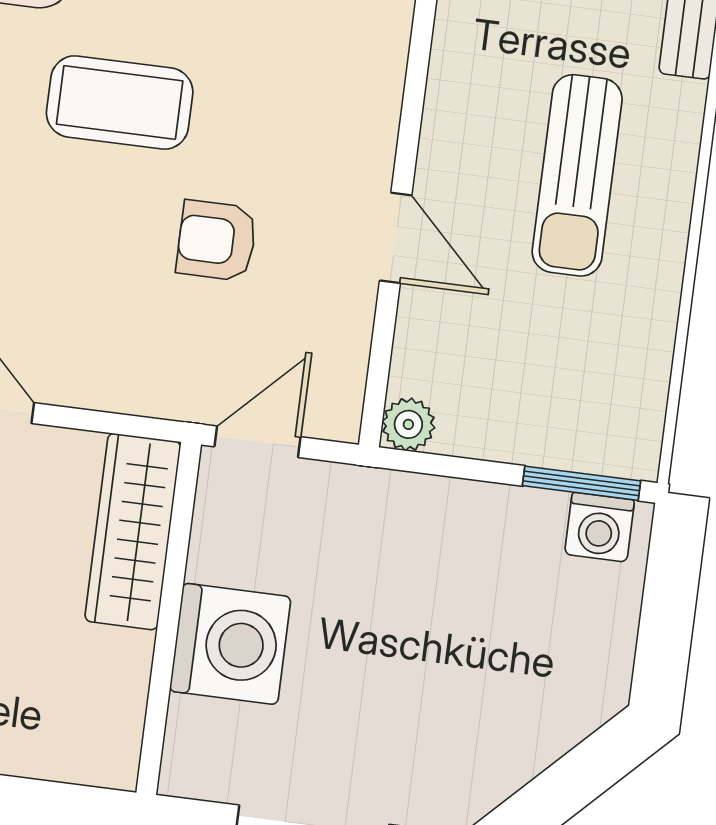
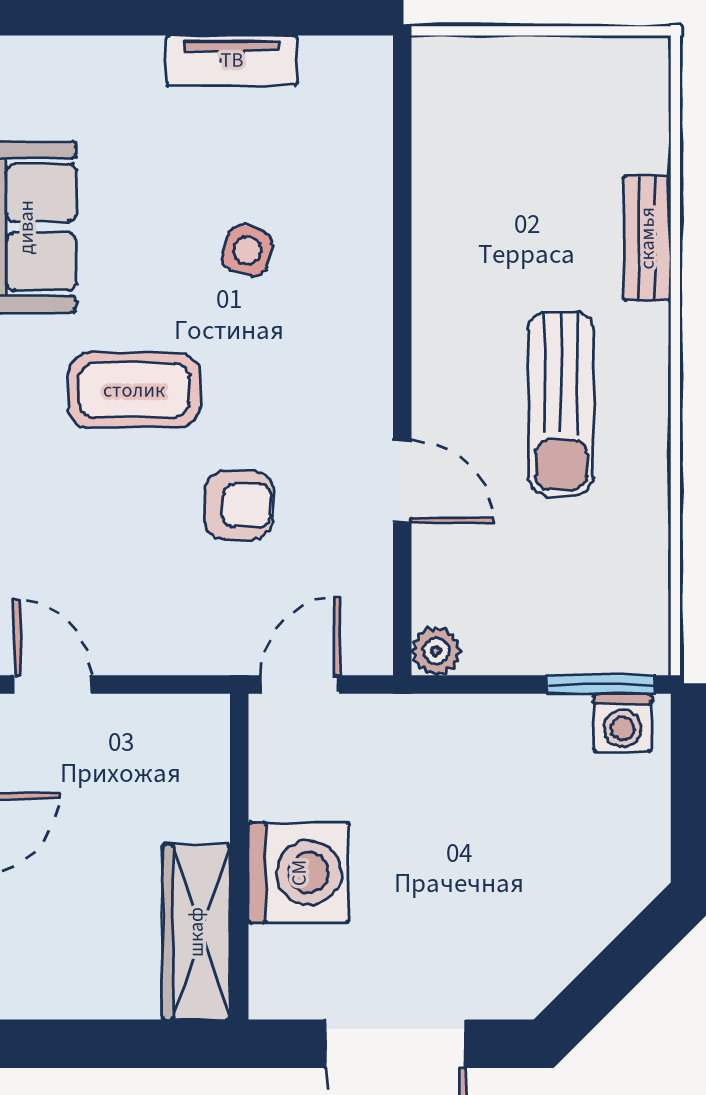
armchair: (217, 241) -> (239, 505), turned 180
wardrobe: (133, 531) -> (196, 932), moved

